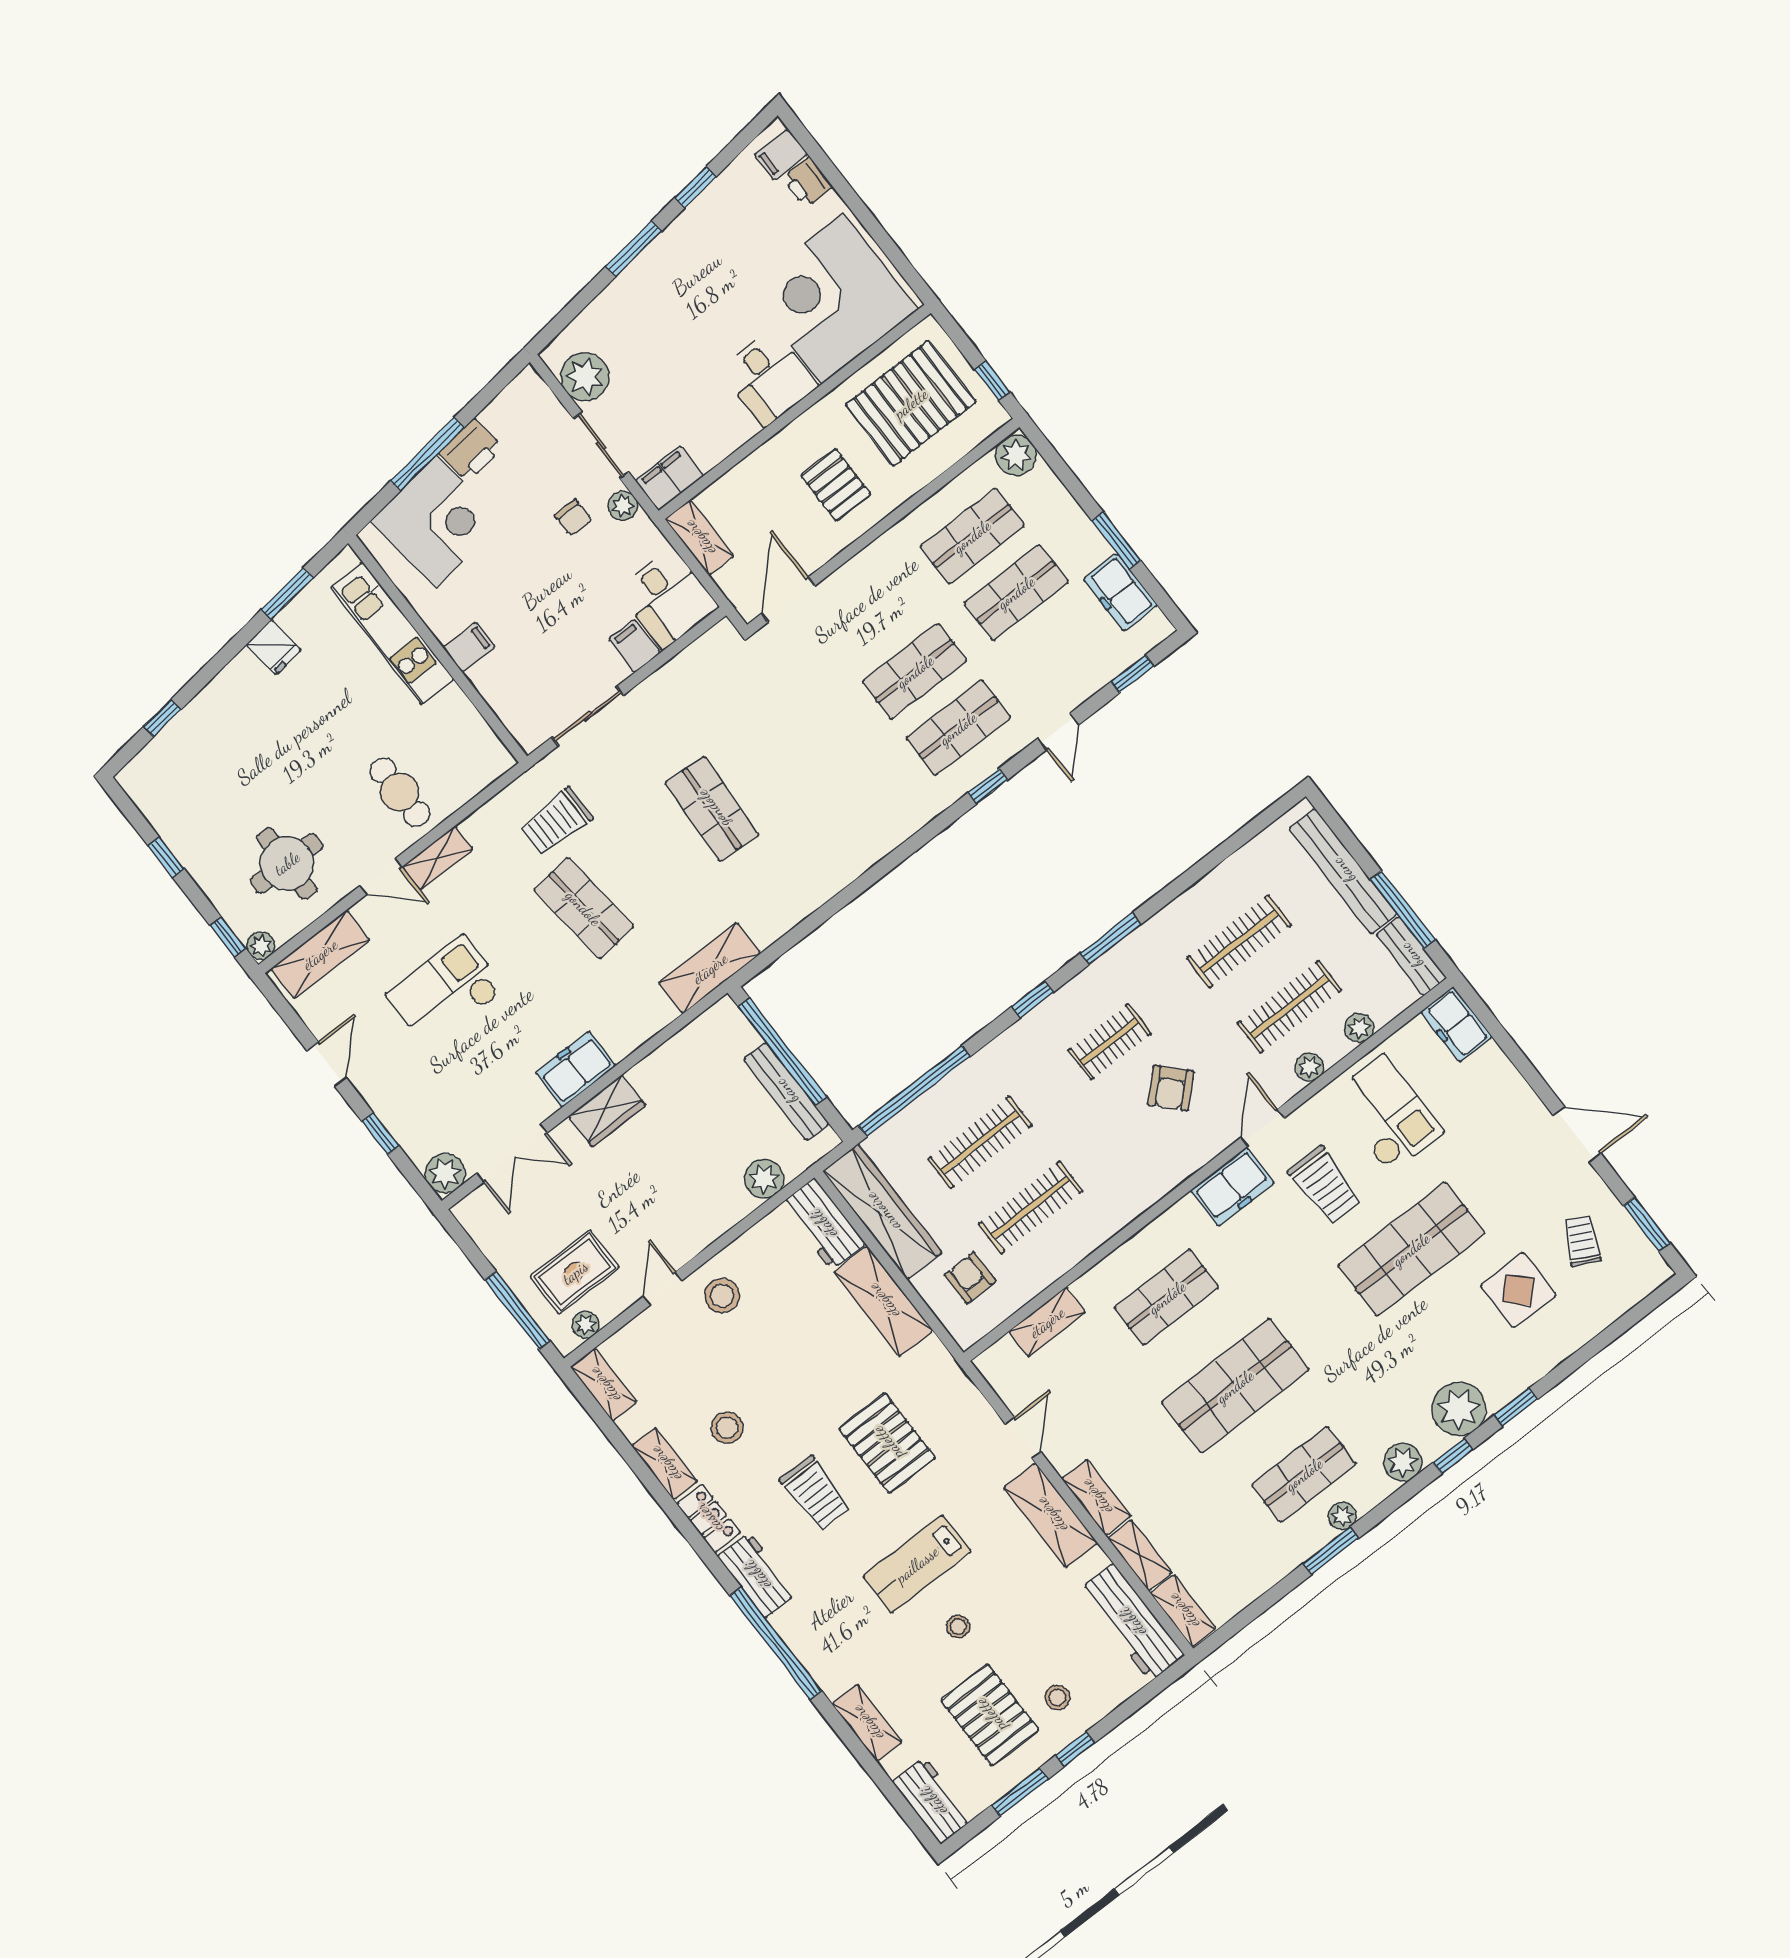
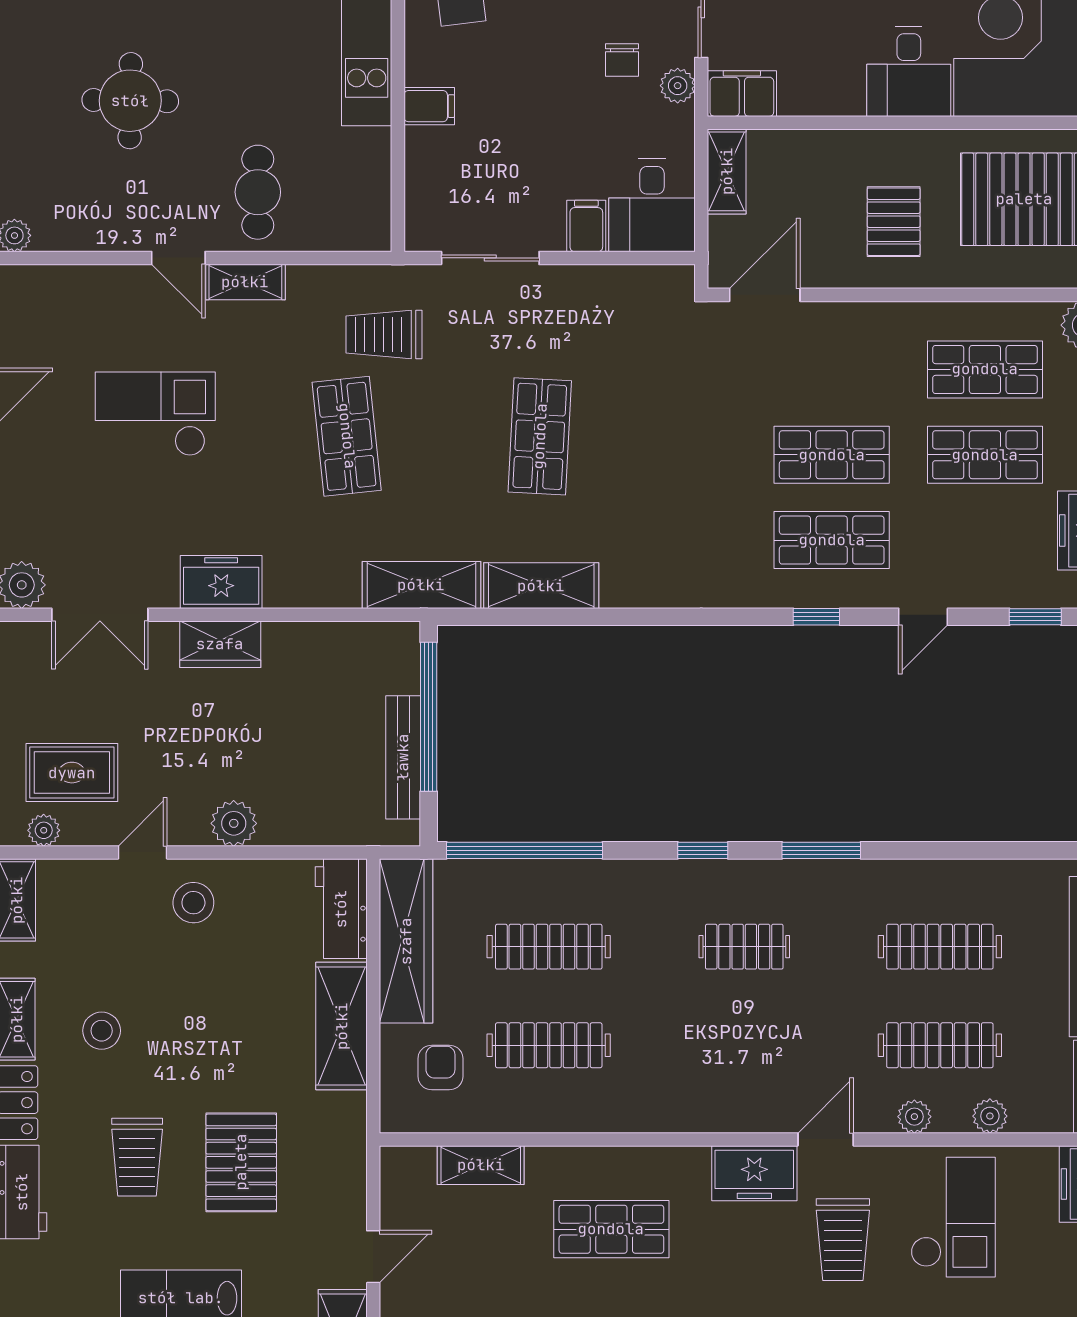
round table: (287, 863) -> (130, 101), moved
shelving: (320, 954) -> (541, 586), moved
armchair: (1171, 1088) -> (768, 1035), removed
plant: (764, 1179) -> (234, 823), moved

